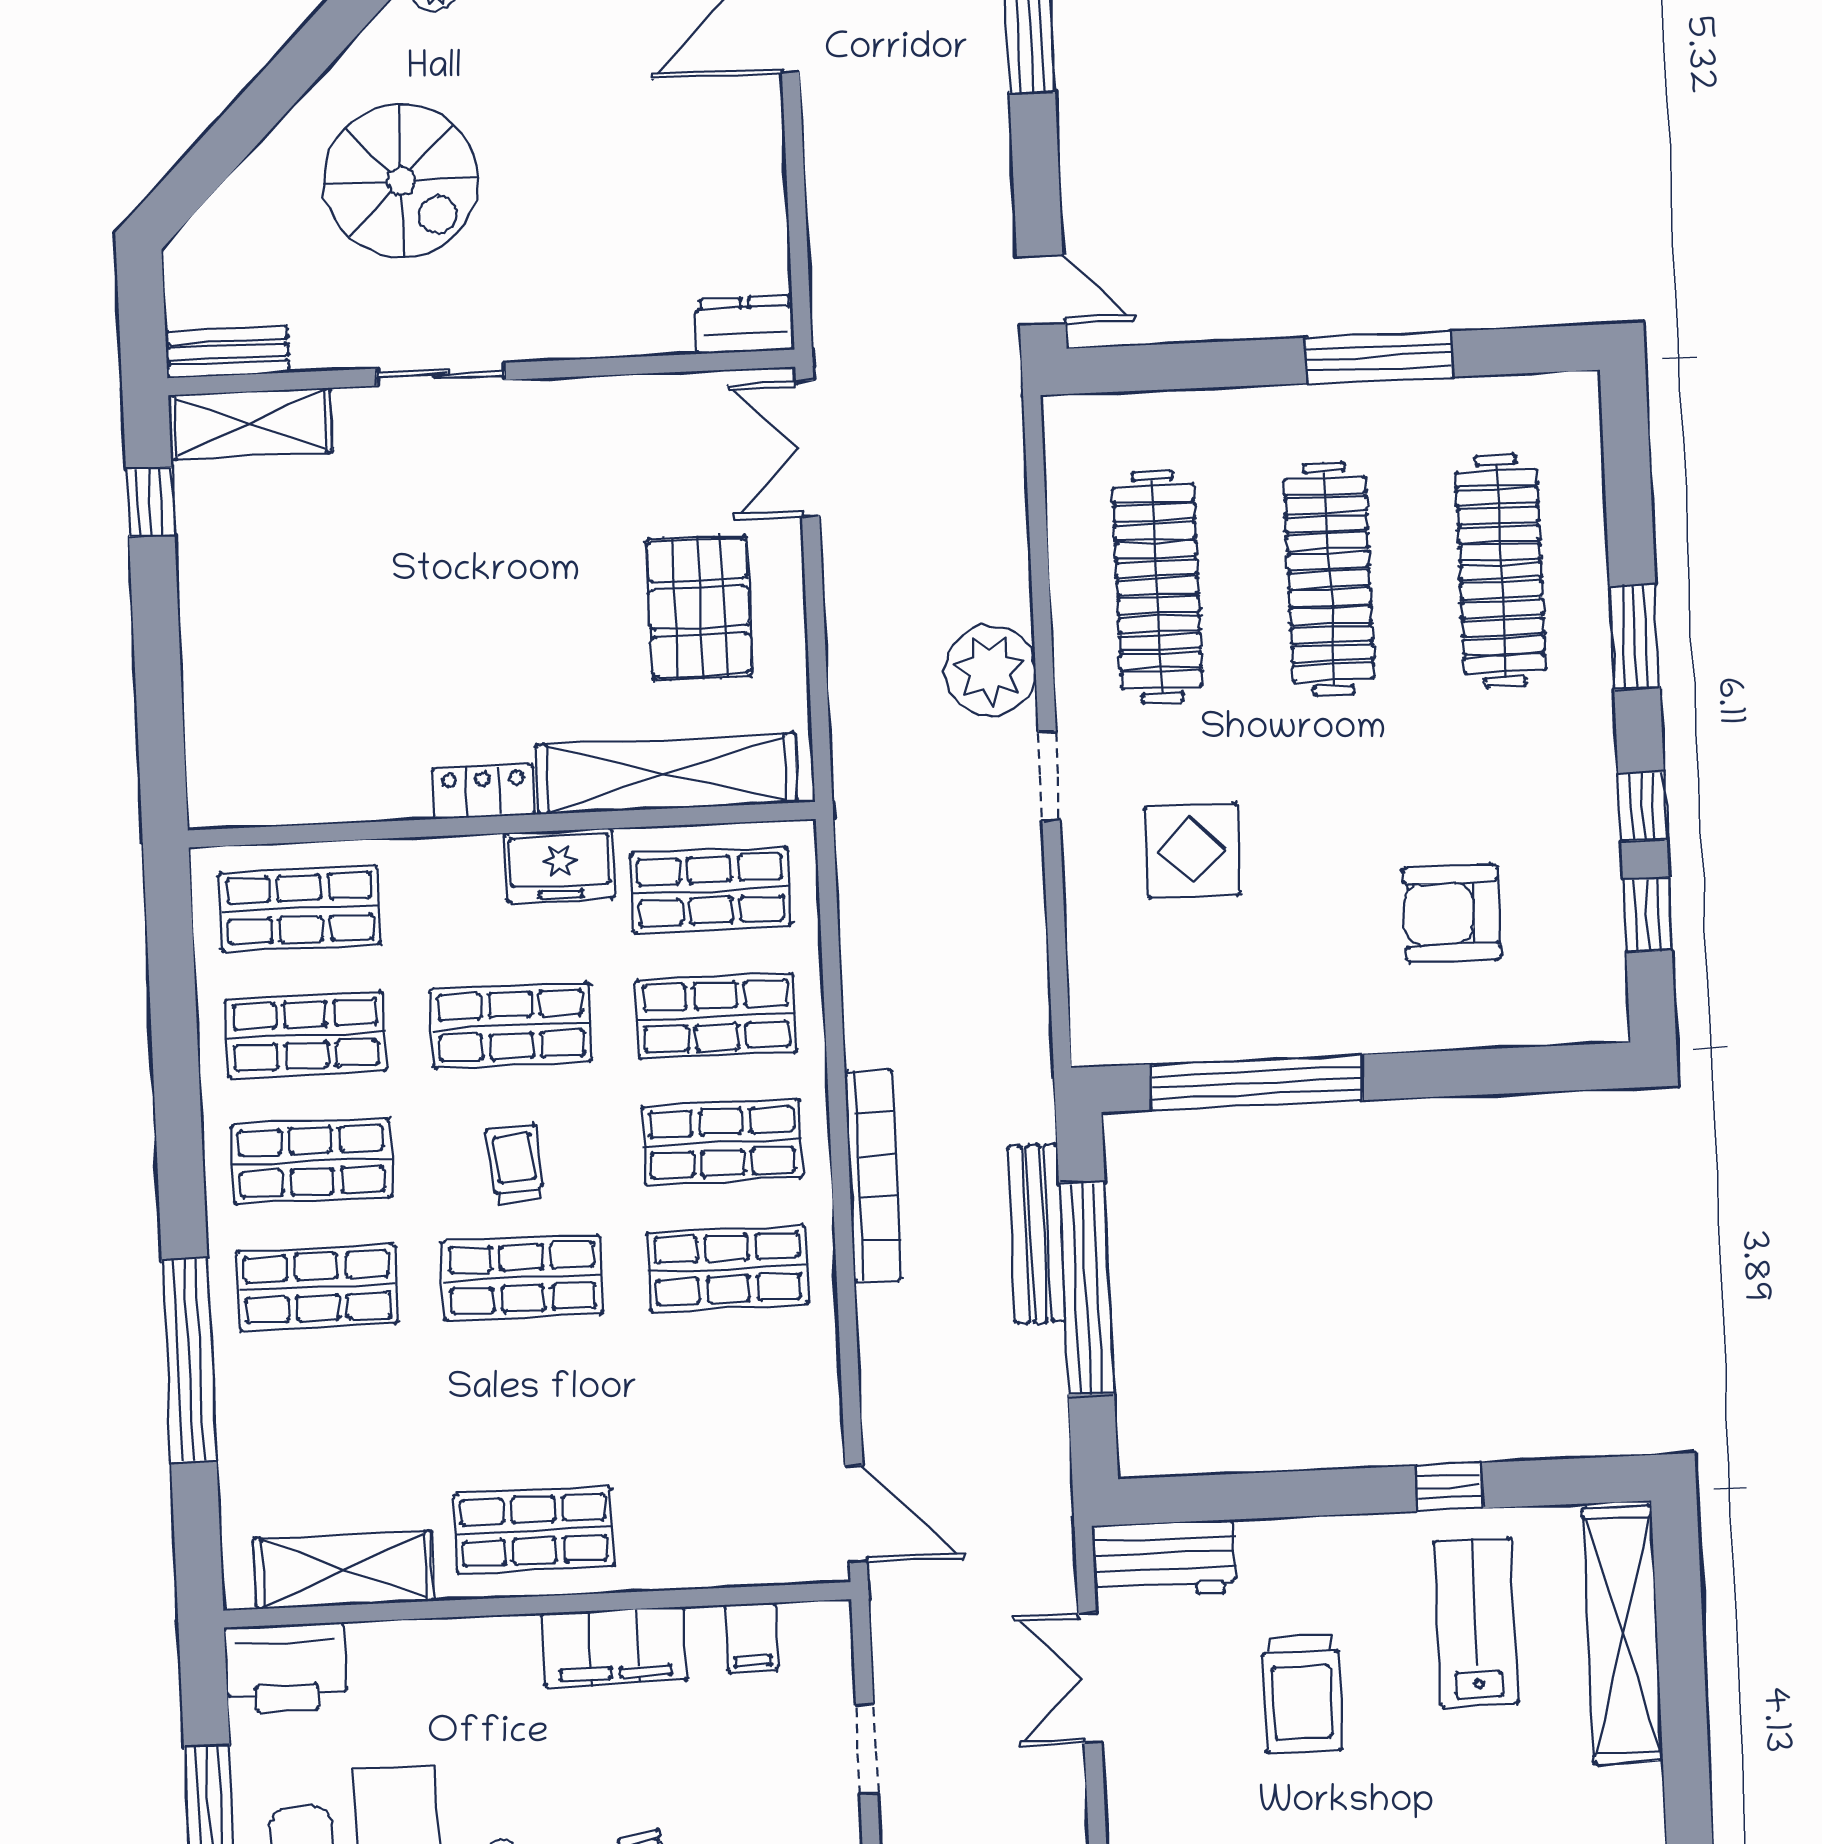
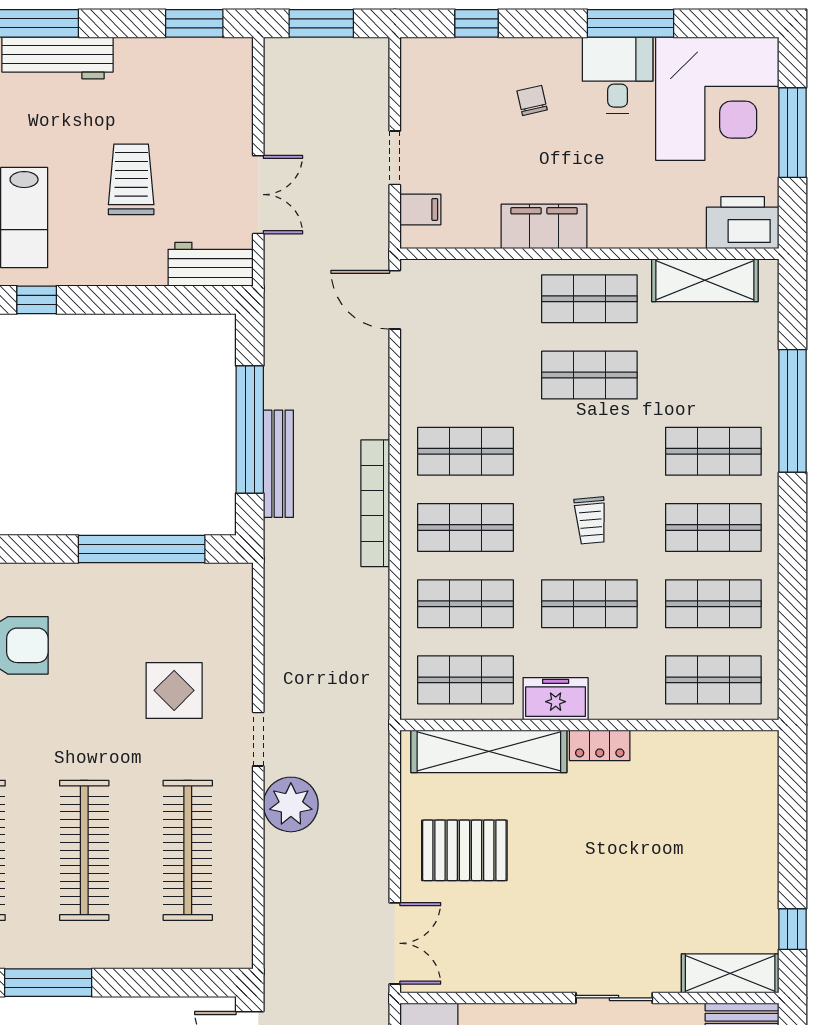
pallet: (699, 608) -> (464, 850), turned 90
shop shelf: (522, 1278) -> (589, 375), moved
filing cabinet: (752, 1637) -> (420, 209), moved, turned 90

